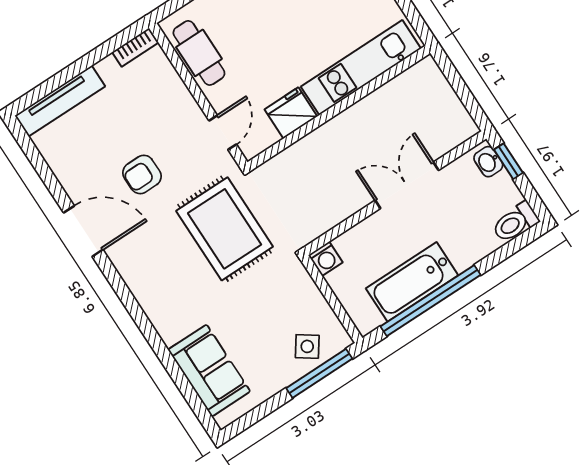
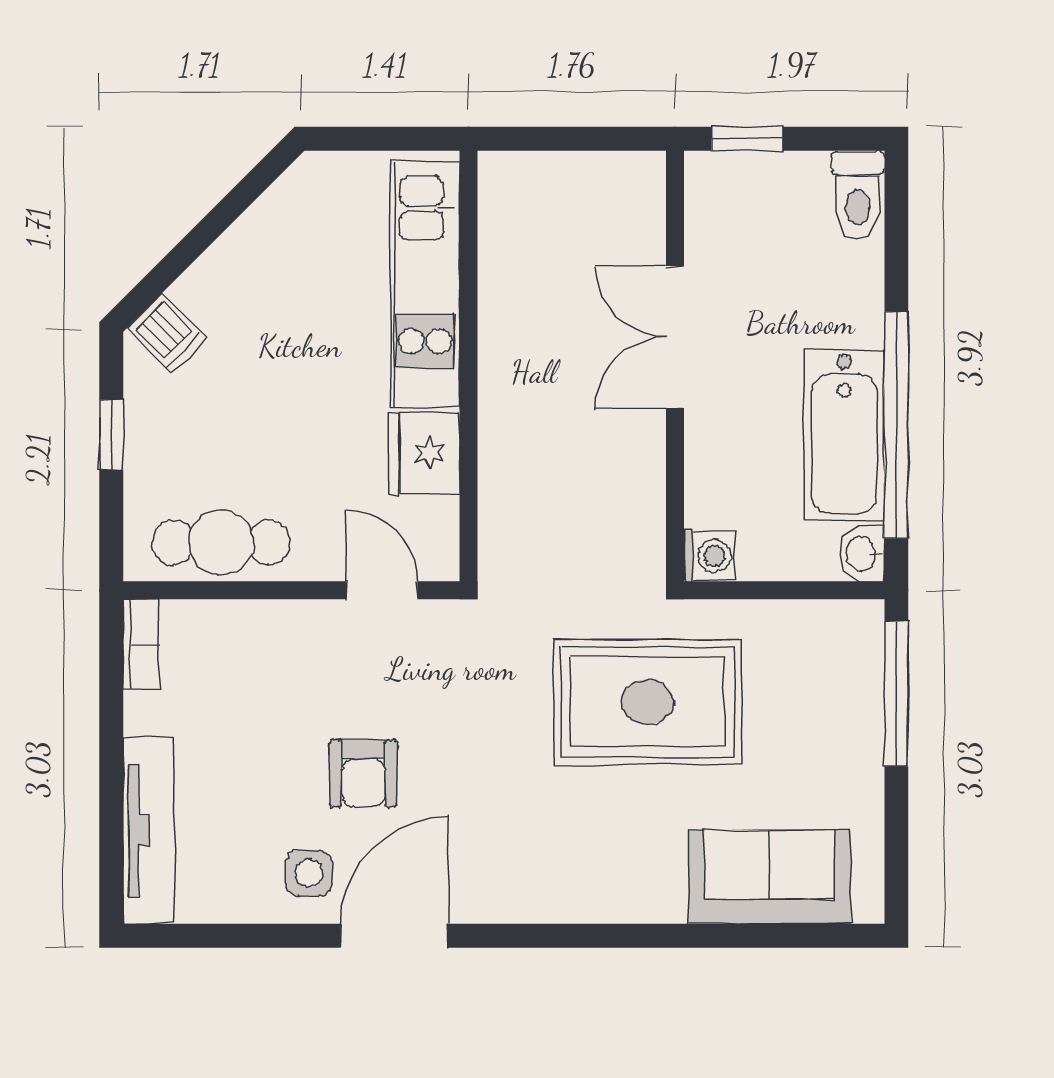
washbasin: (488, 162) -> (862, 554), moved, turned 90
rug: (225, 229) -> (647, 702), moved
side table: (307, 346) -> (309, 873), moved, turned -35

